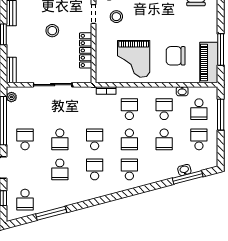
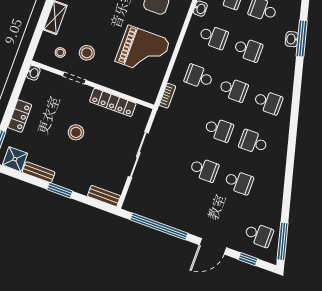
plant: (11, 97) -> (135, 207), removed
school desk: (164, 109) -> (213, 37), turned 180
school desk: (25, 139) -> (190, 209), removed
school desk: (95, 139) -> (219, 129), turned 180
school desk: (129, 169) -> (268, 102), turned 180
window: (51, 213) -> (283, 241), moved

